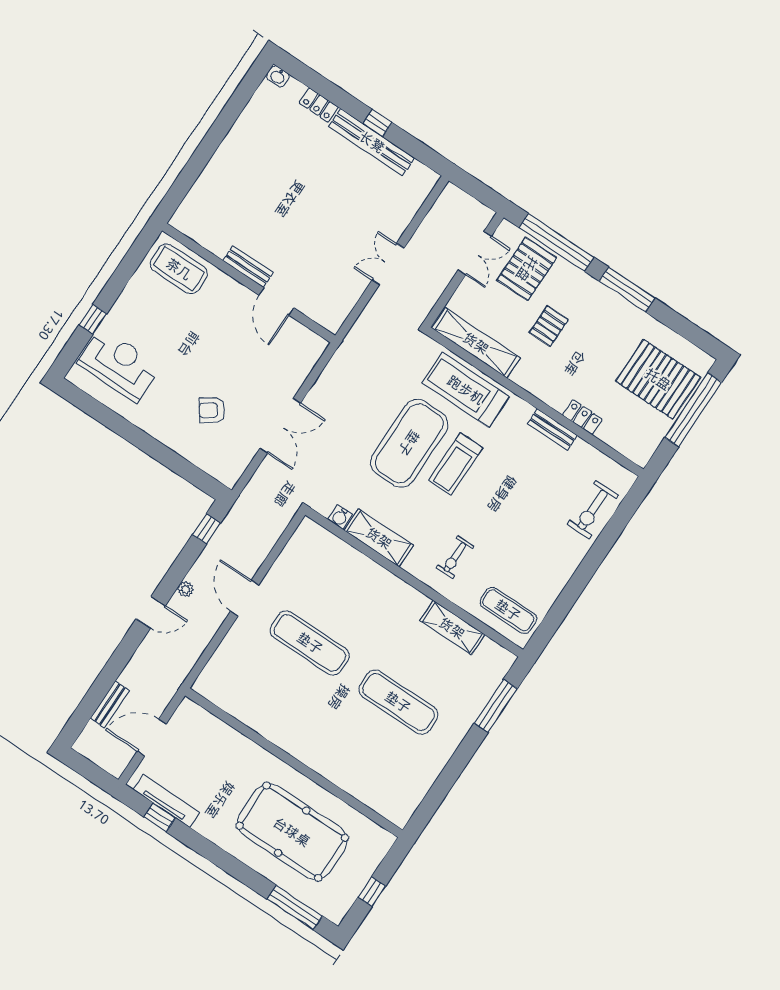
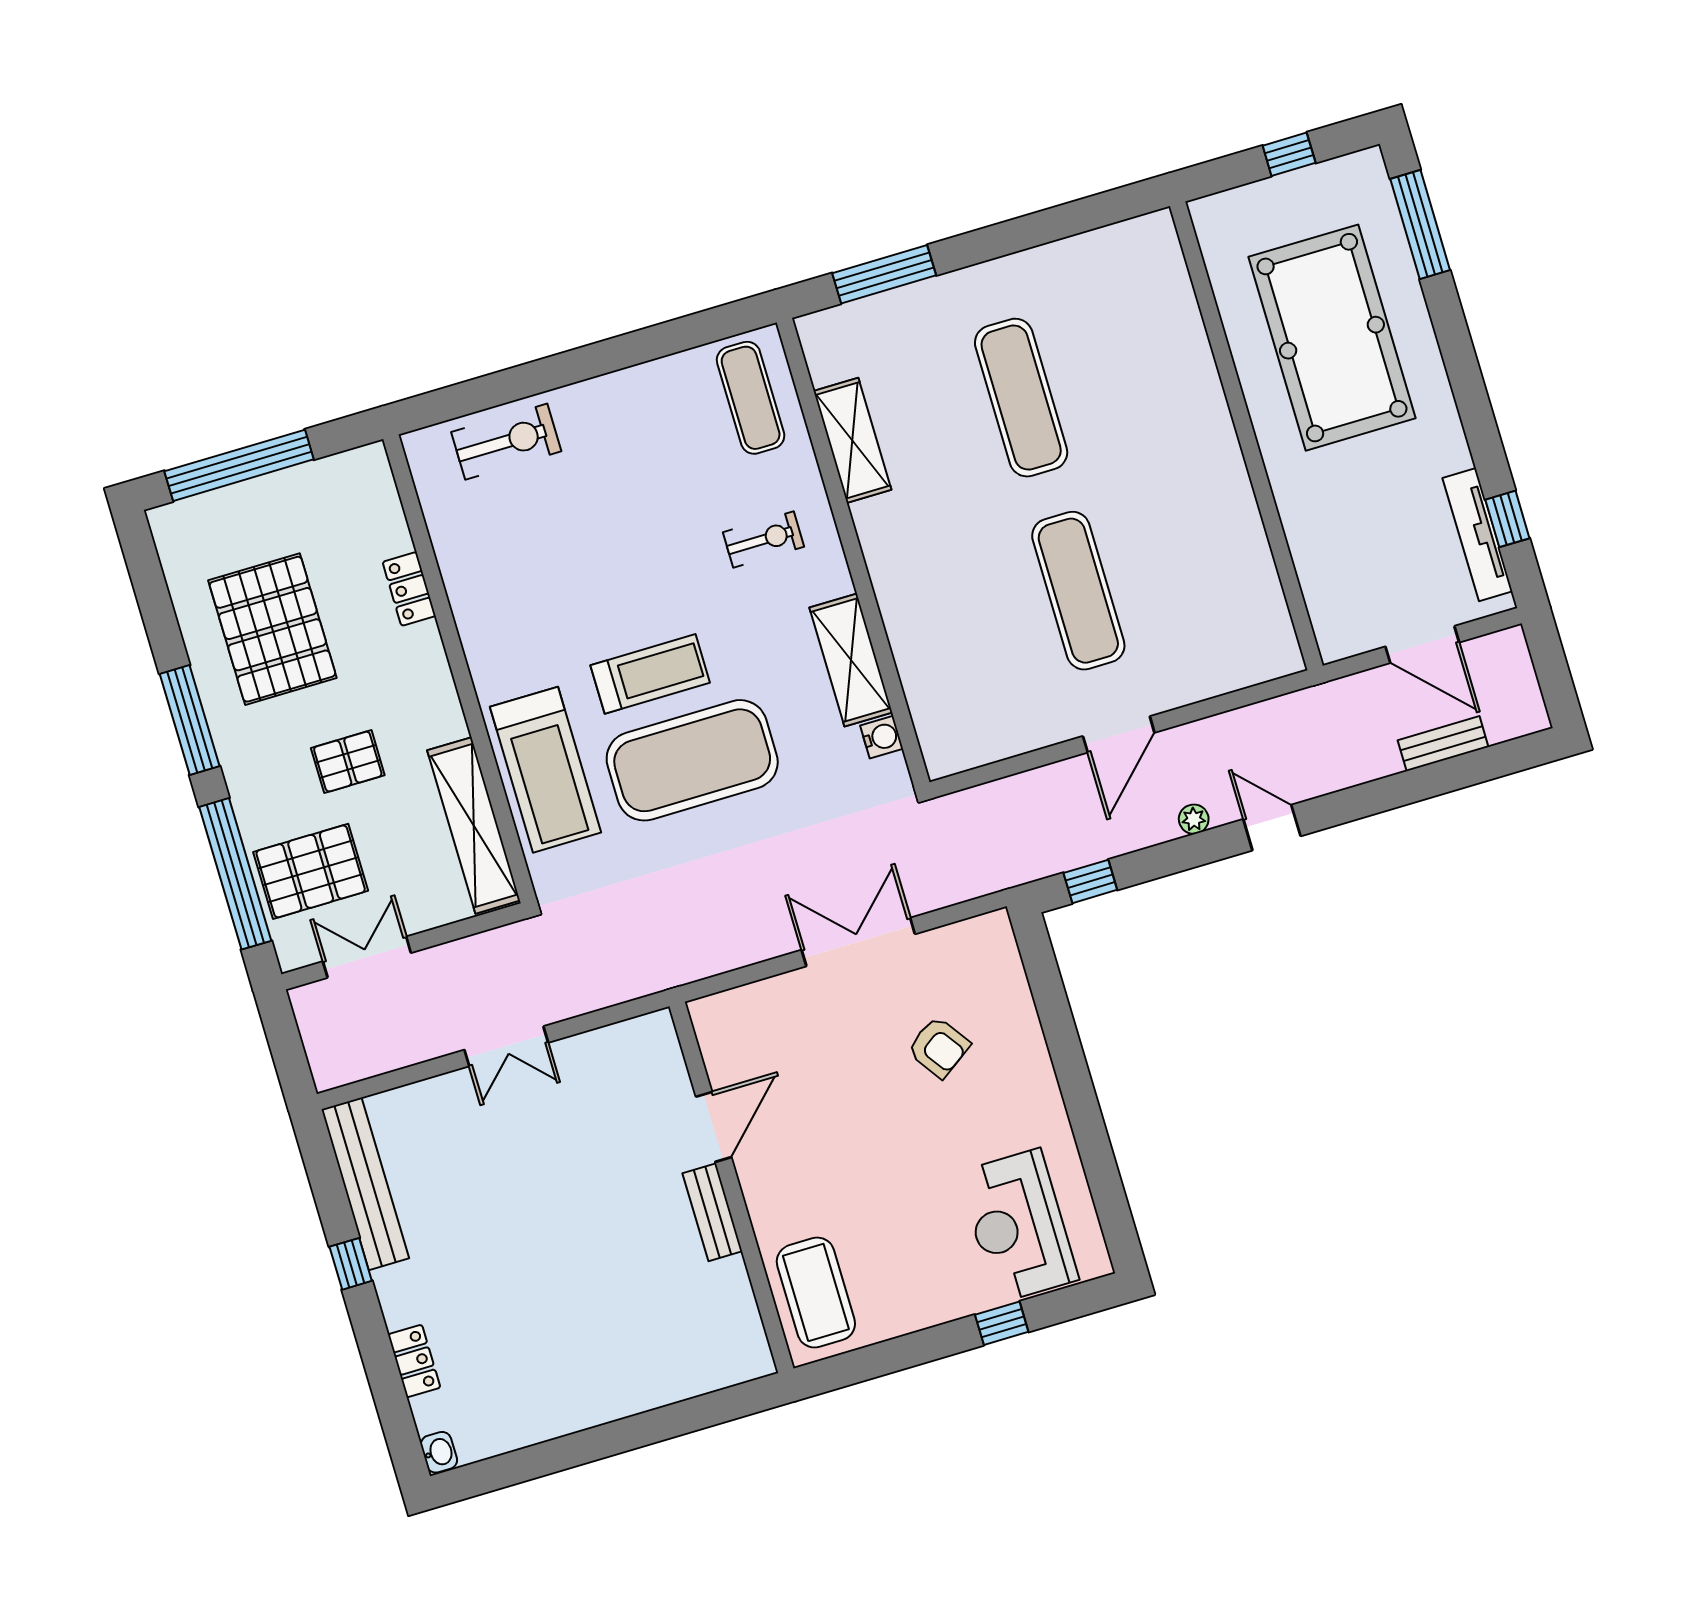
bench: (372, 142) -> (365, 1184), moved
pallet: (658, 379) -> (272, 629), moved
bench: (552, 430) -> (468, 607), removed

